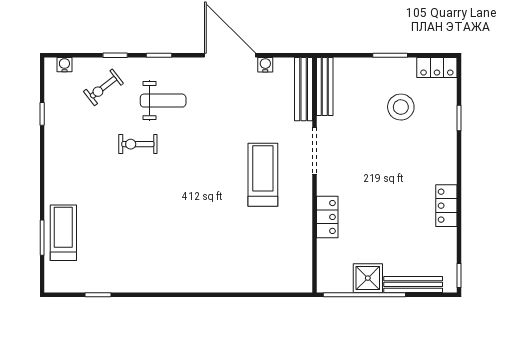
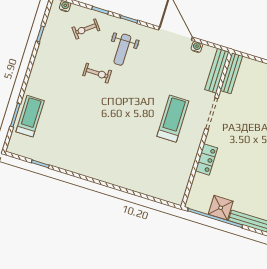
weight bench: (163, 101) -> (122, 50), turned 90
exercise bike: (138, 144) -> (97, 73), turned 180

